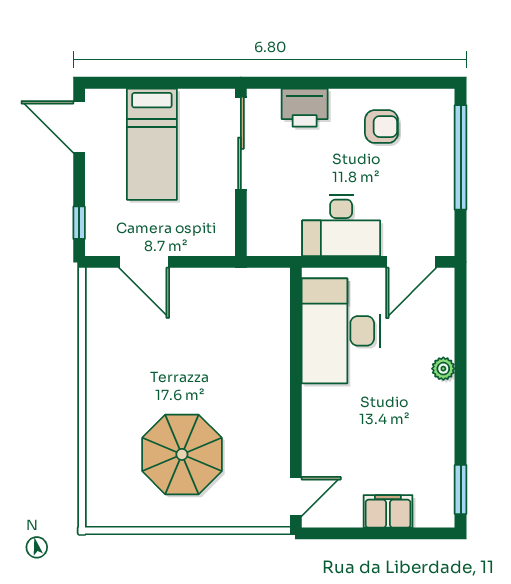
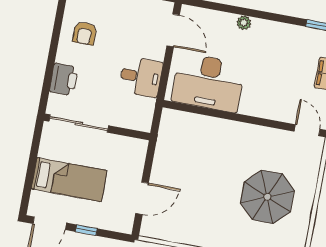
armchair: (381, 127) -> (85, 33), turned 180
window: (79, 223) -> (86, 230), moved
desk: (341, 225) -> (141, 77), width x0.73

